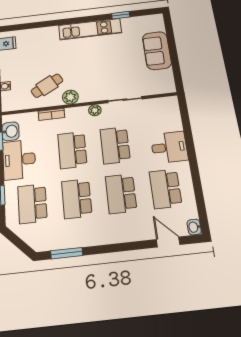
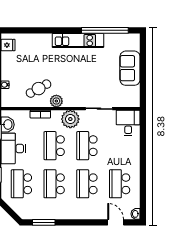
window: (121, 15) -> (105, 30), width x3.17
plant: (95, 110) -> (70, 119), width x1.87, depth x1.87
desk: (169, 147) -> (128, 123), moved, turned -90

